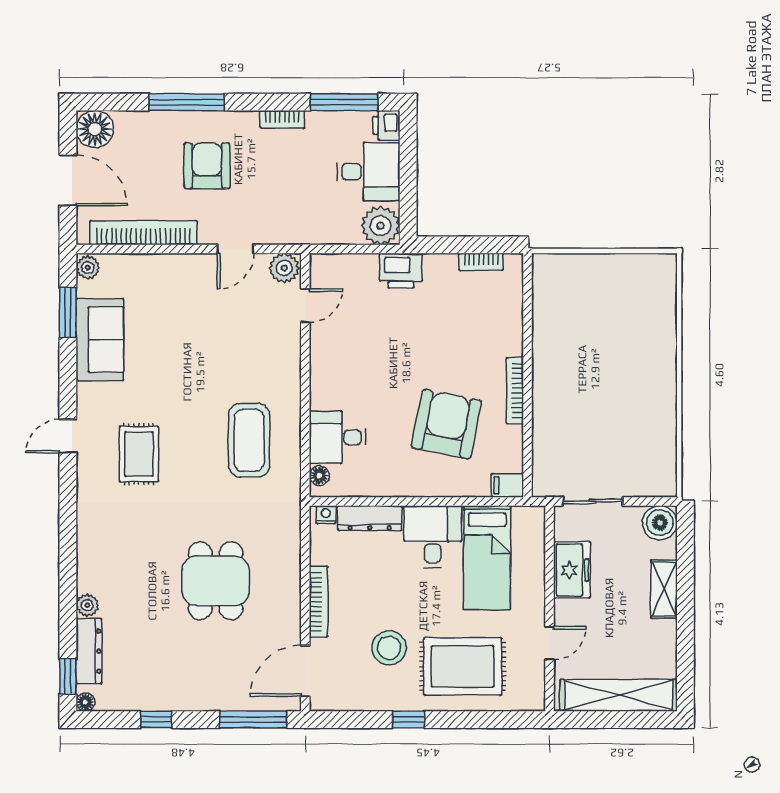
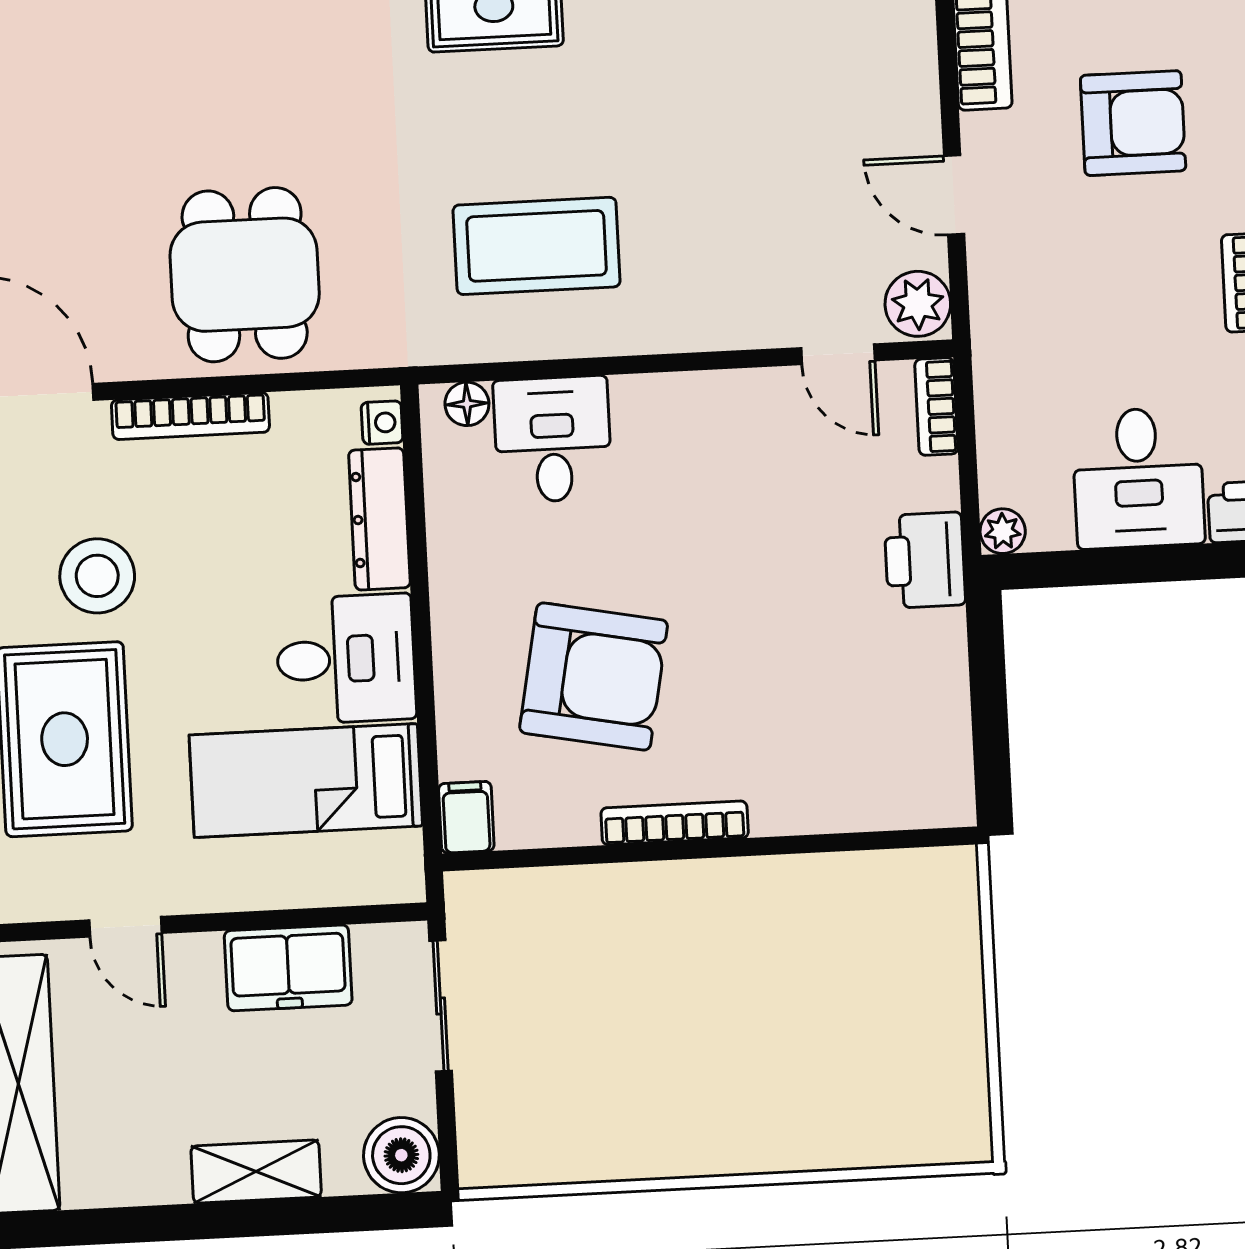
plant: (381, 226) -> (1003, 531), width x0.53, depth x0.53
bookcase: (481, 262) -> (936, 407), moved
dining table: (216, 581) -> (245, 275), moved, turned 90

